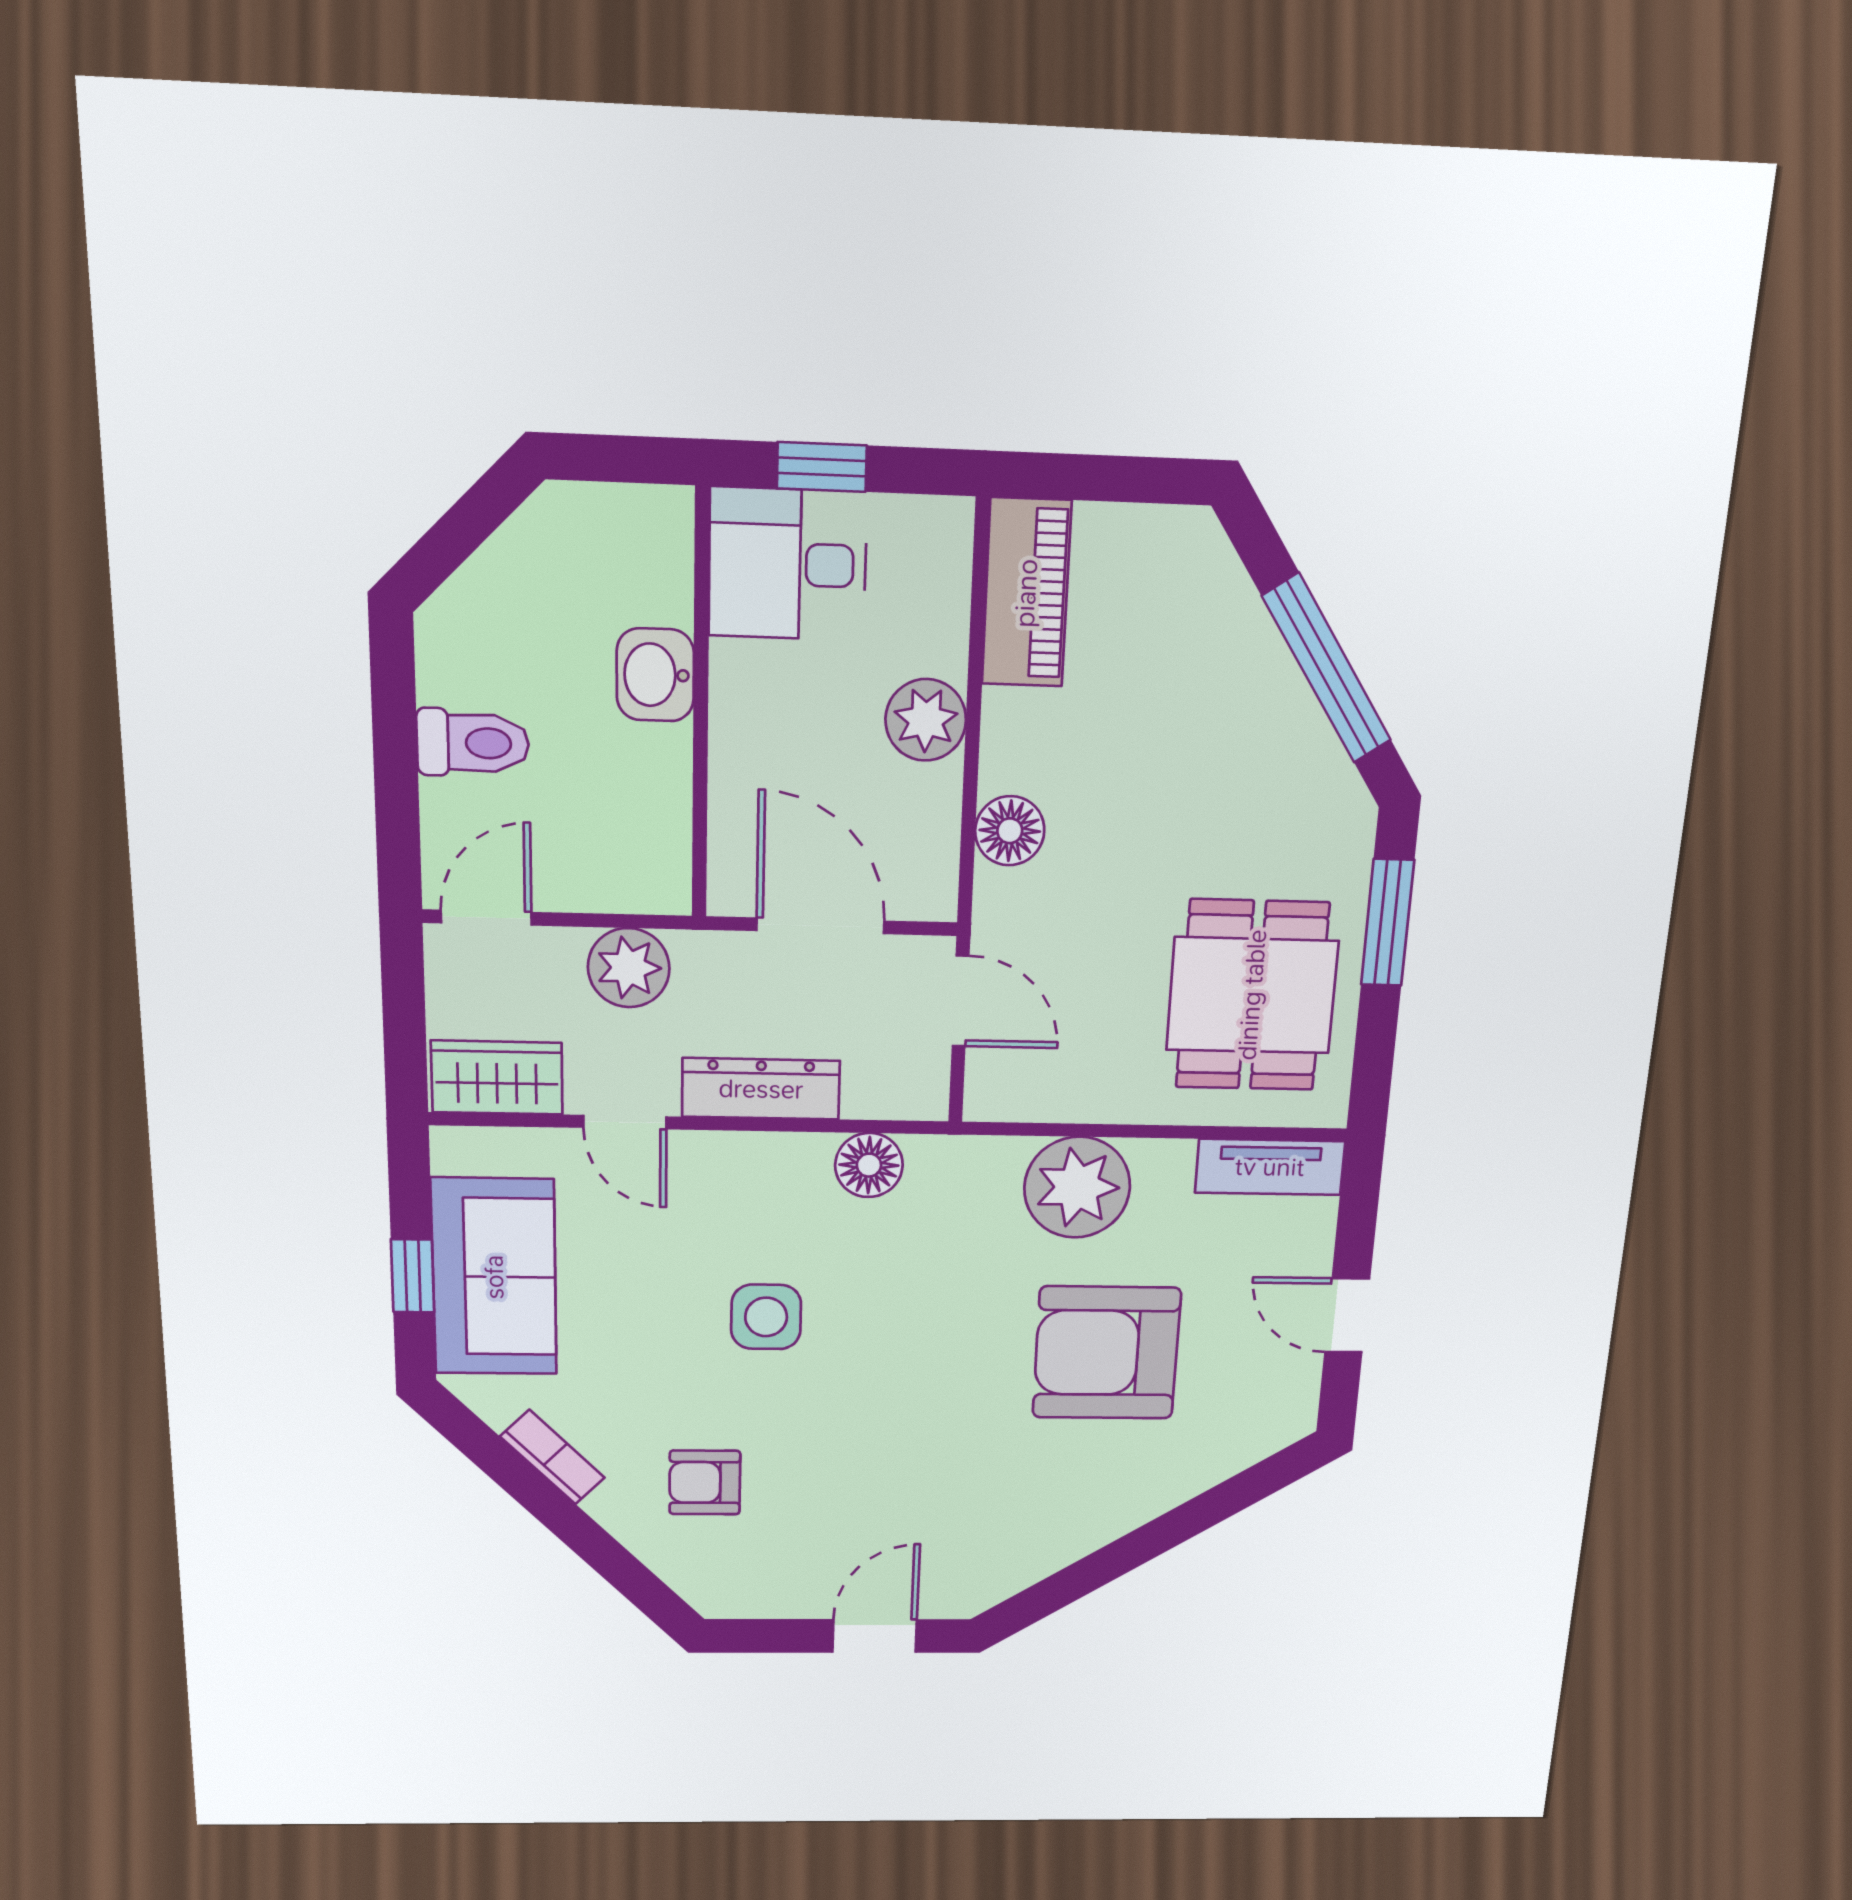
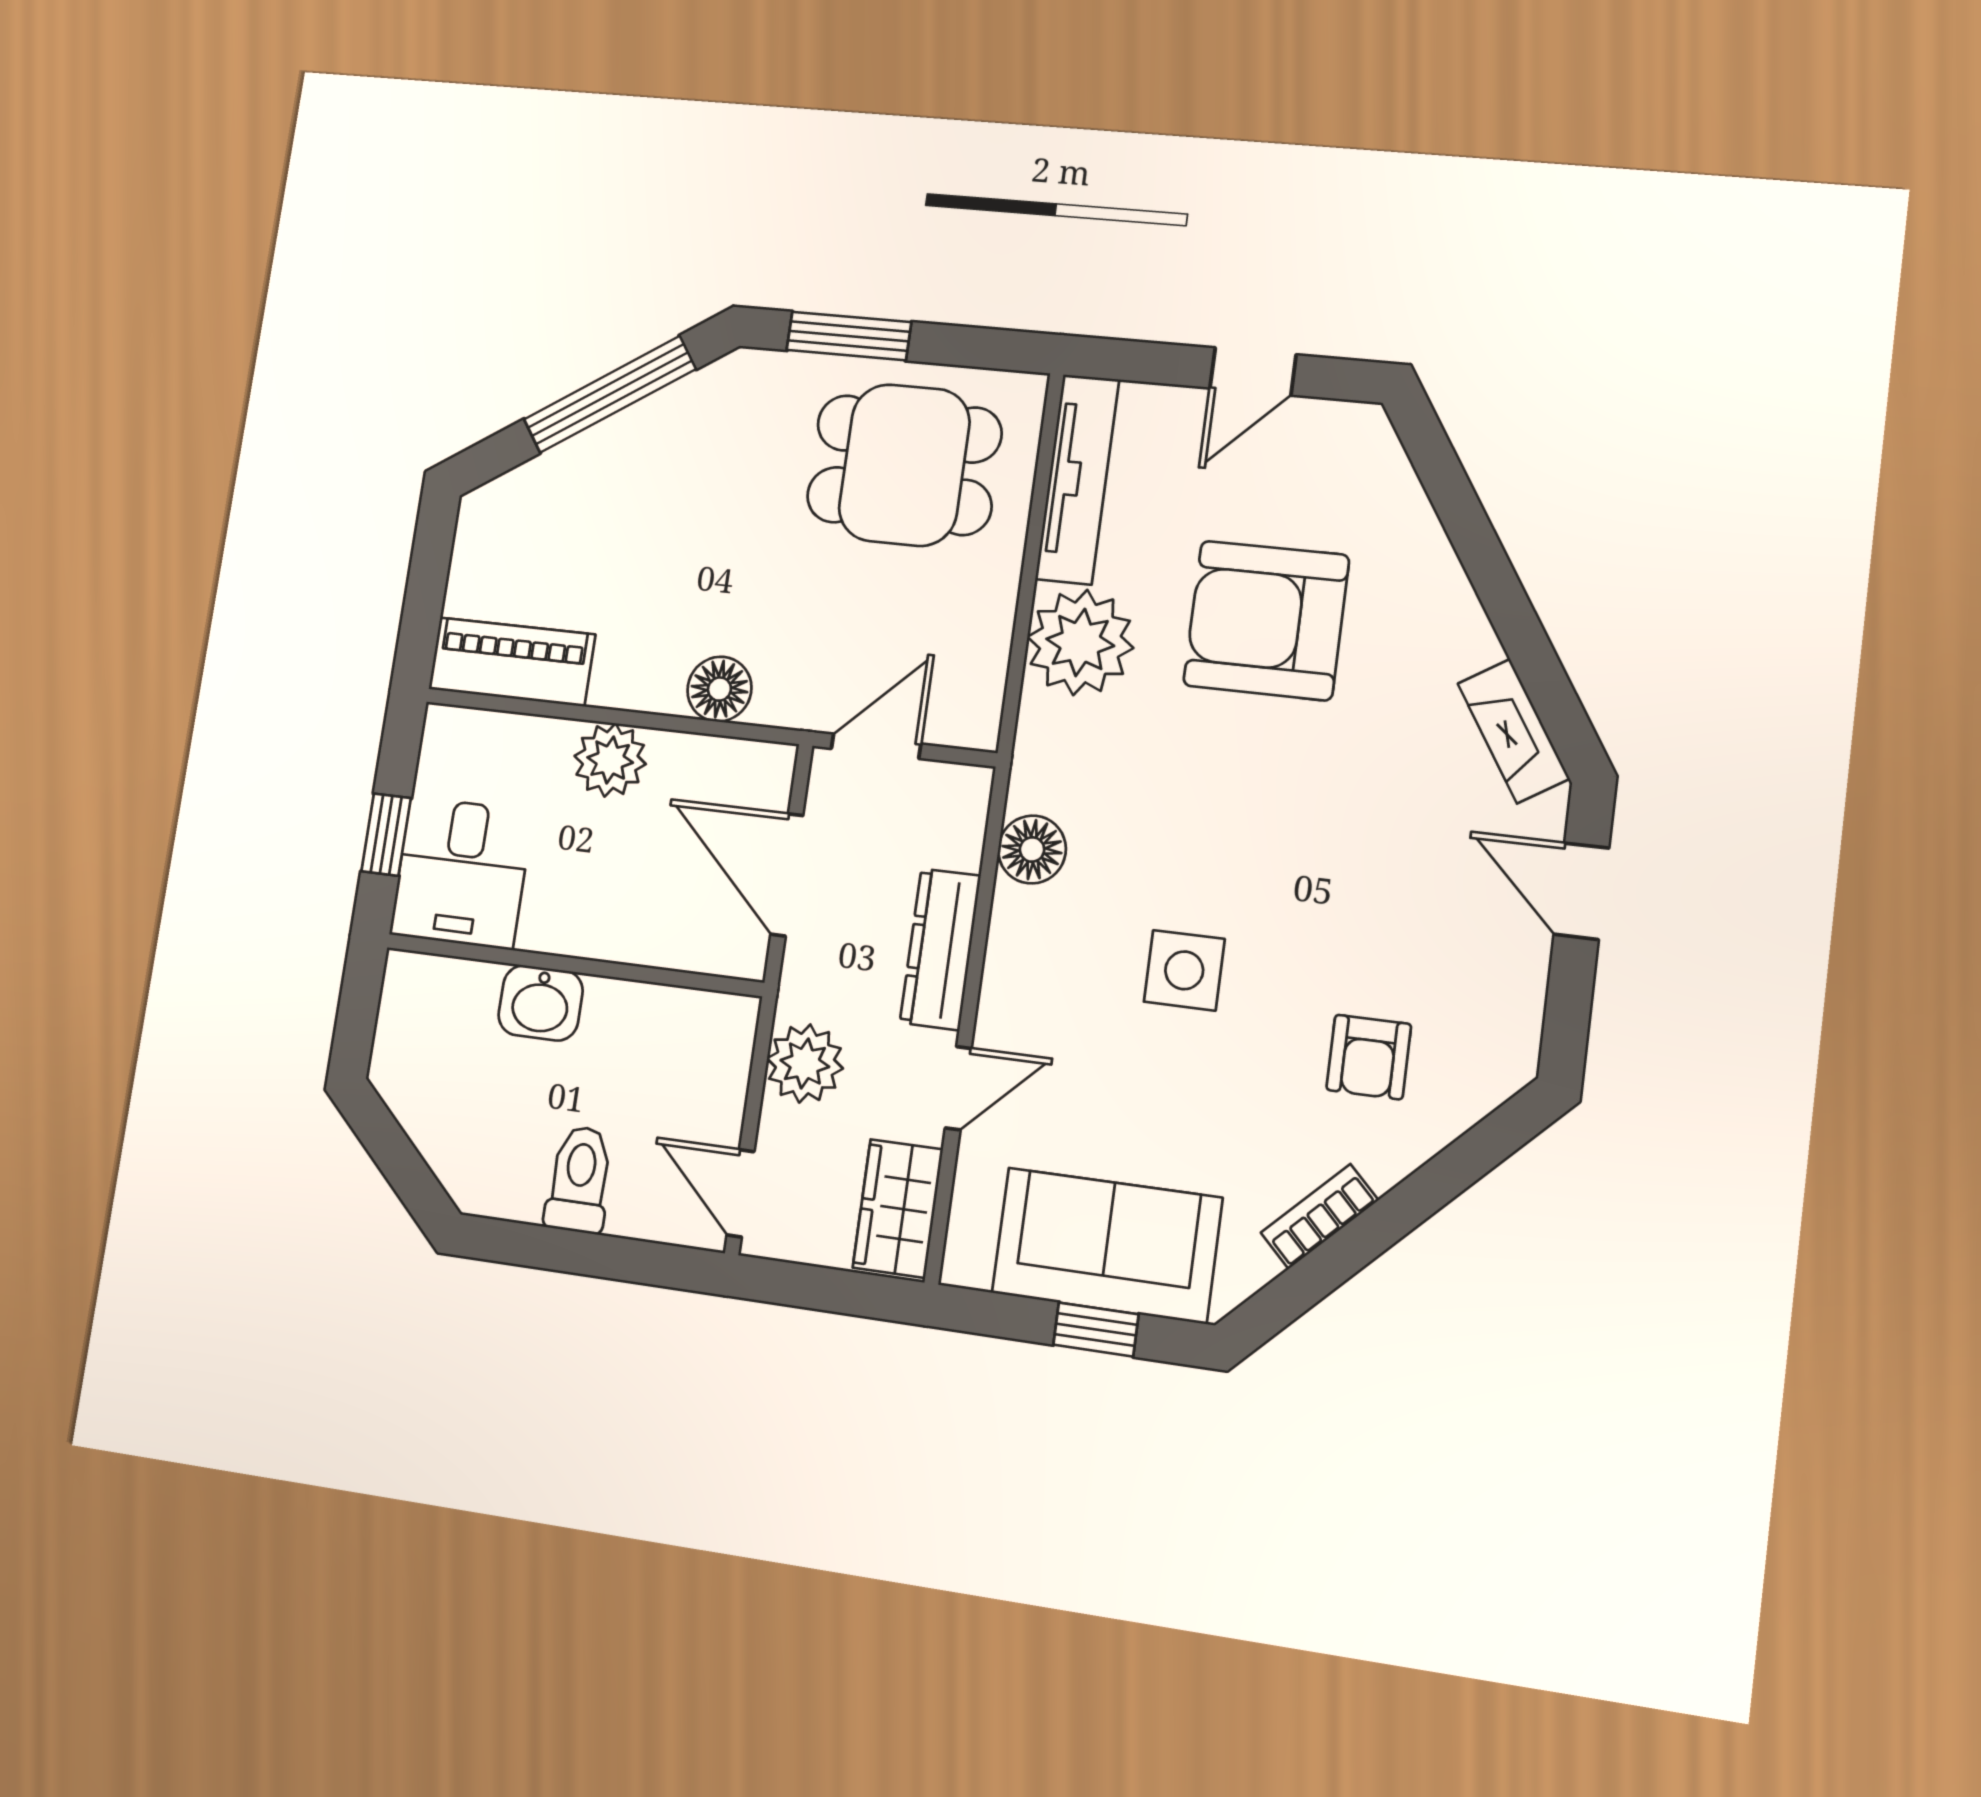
door: (820, 926) -> (787, 875), hinge flipped
tv unit: (1270, 1167) -> (1077, 479), width x1.41
armchair: (1107, 1353) -> (1266, 620), turned 90
fireplace: (1015, 1569) -> (1513, 731), added

